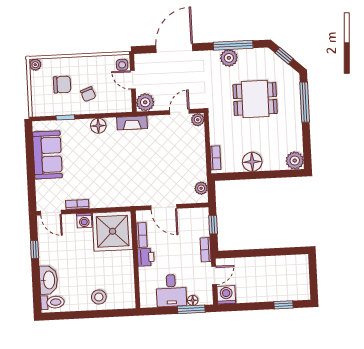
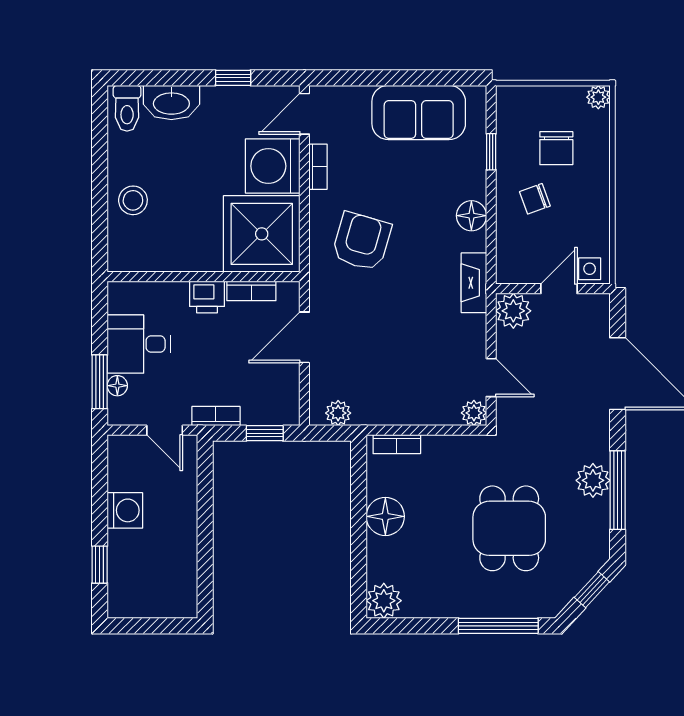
armchair: (114, 181) -> (362, 241), added
washing machine: (84, 221) -> (273, 166), width x1.89, depth x1.89
washing machine: (226, 295) -> (125, 510), moved

